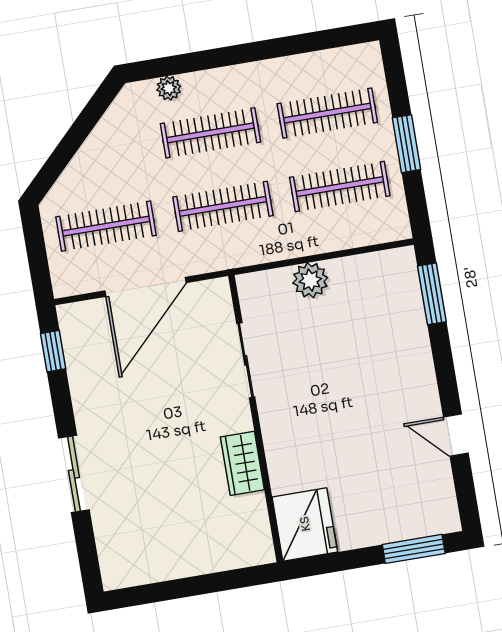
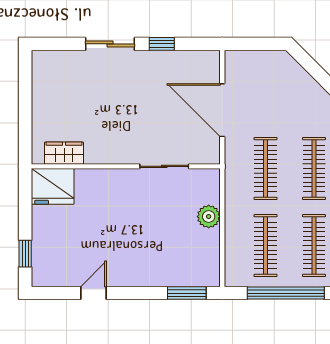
window: (406, 144) -> (286, 293), width x2.11
clothes rail: (106, 226) -> (266, 91), removed
window: (53, 351) -> (162, 44), moved
wardrobe: (242, 463) -> (64, 153), moved
window: (414, 549) -> (25, 254), width x0.67

